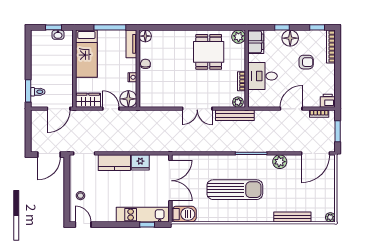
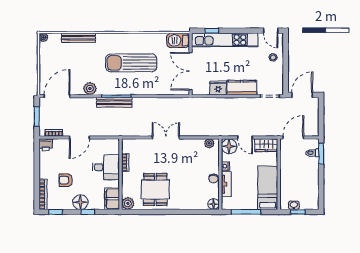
tv unit: (131, 44) -> (226, 184), moved
plant: (238, 102) -> (209, 143), moved
bench: (235, 115) -> (114, 102), moved
kitchen unit: (143, 215) -> (225, 40), width x1.36

